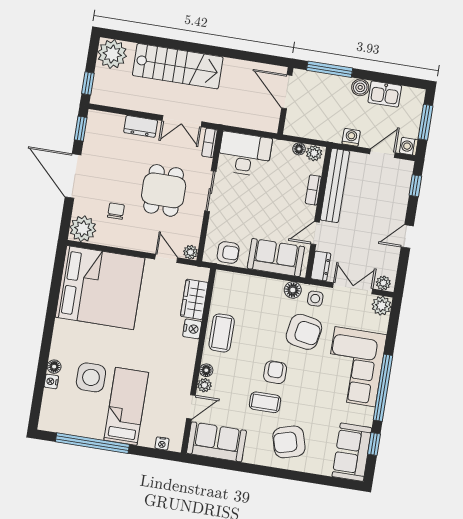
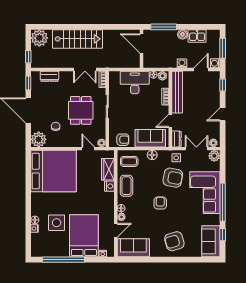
dresser: (141, 126) -> (49, 76), moved
desk: (245, 154) -> (135, 83), moved
floor lamp: (293, 290) -> (152, 155), moved
coffee table: (265, 402) -> (129, 161), moved
bed: (126, 406) -> (84, 236), width x1.50

